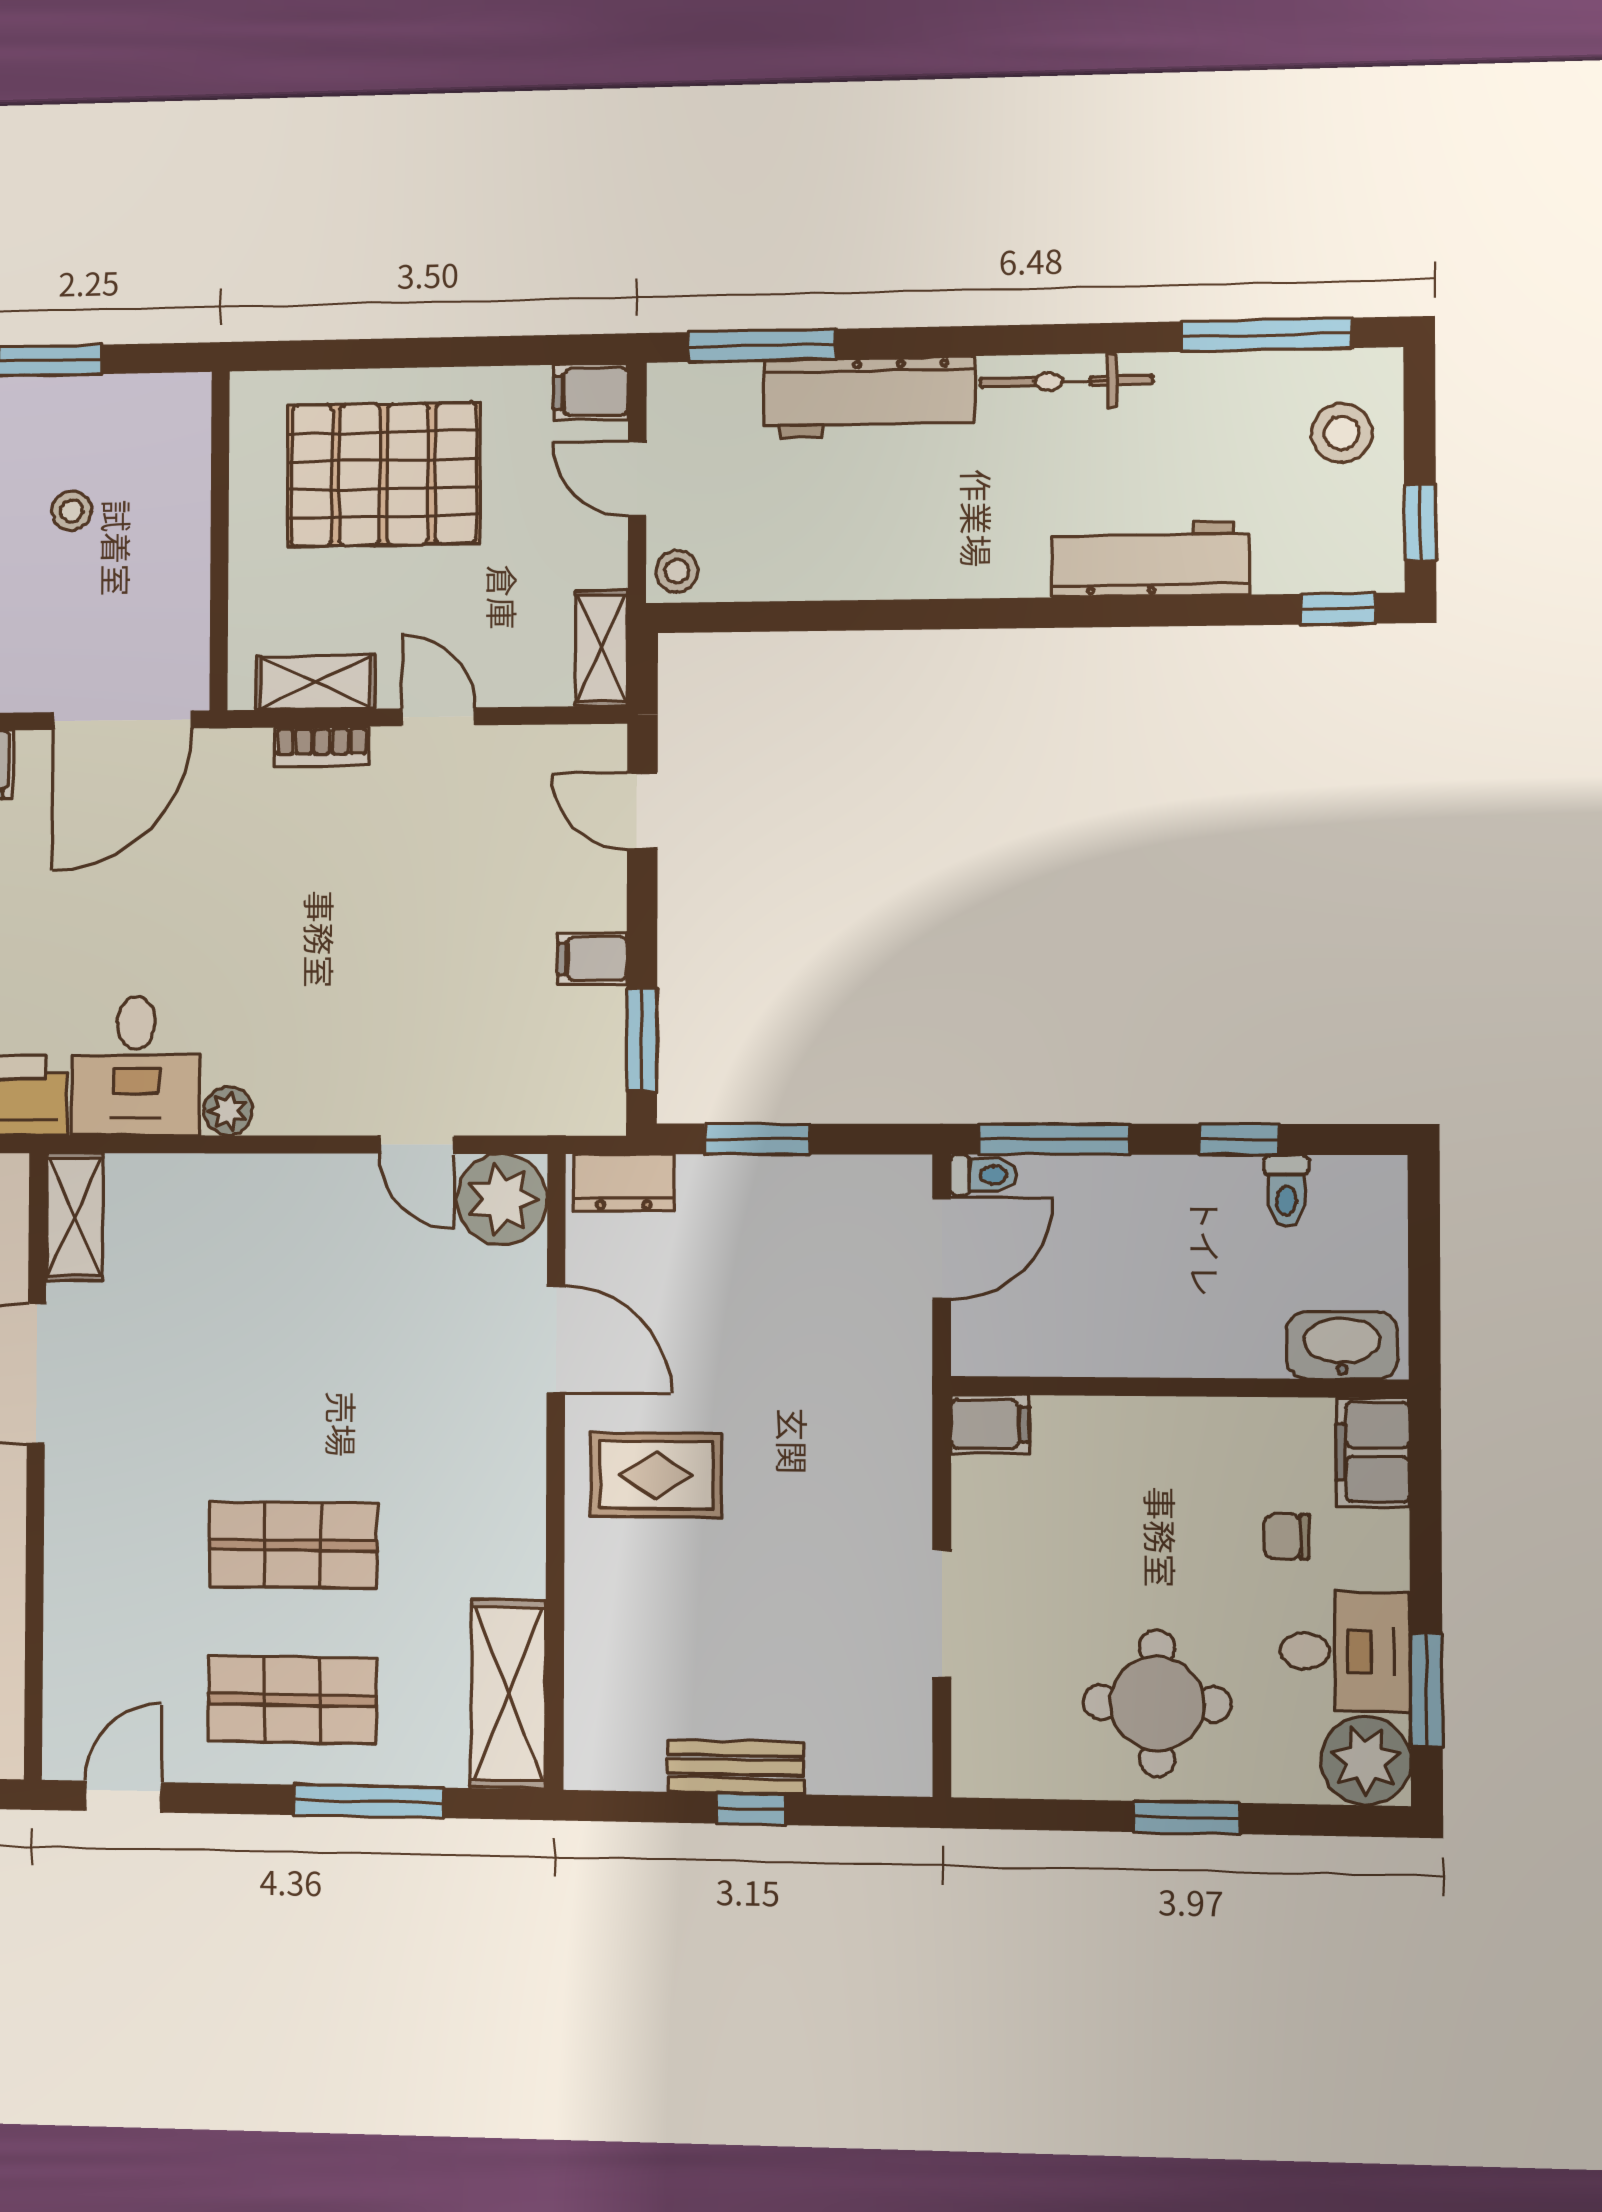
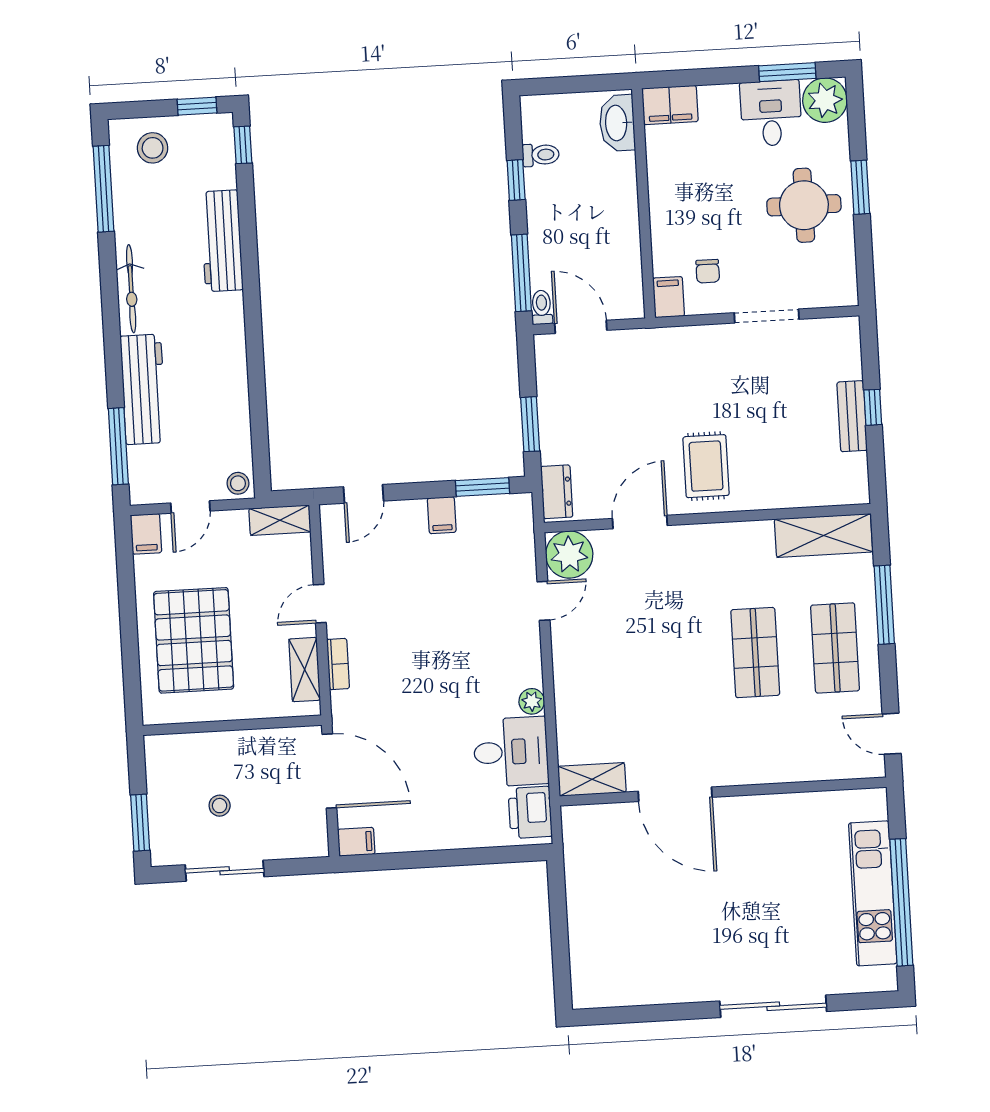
chair: (1287, 1536) -> (708, 271), moved

